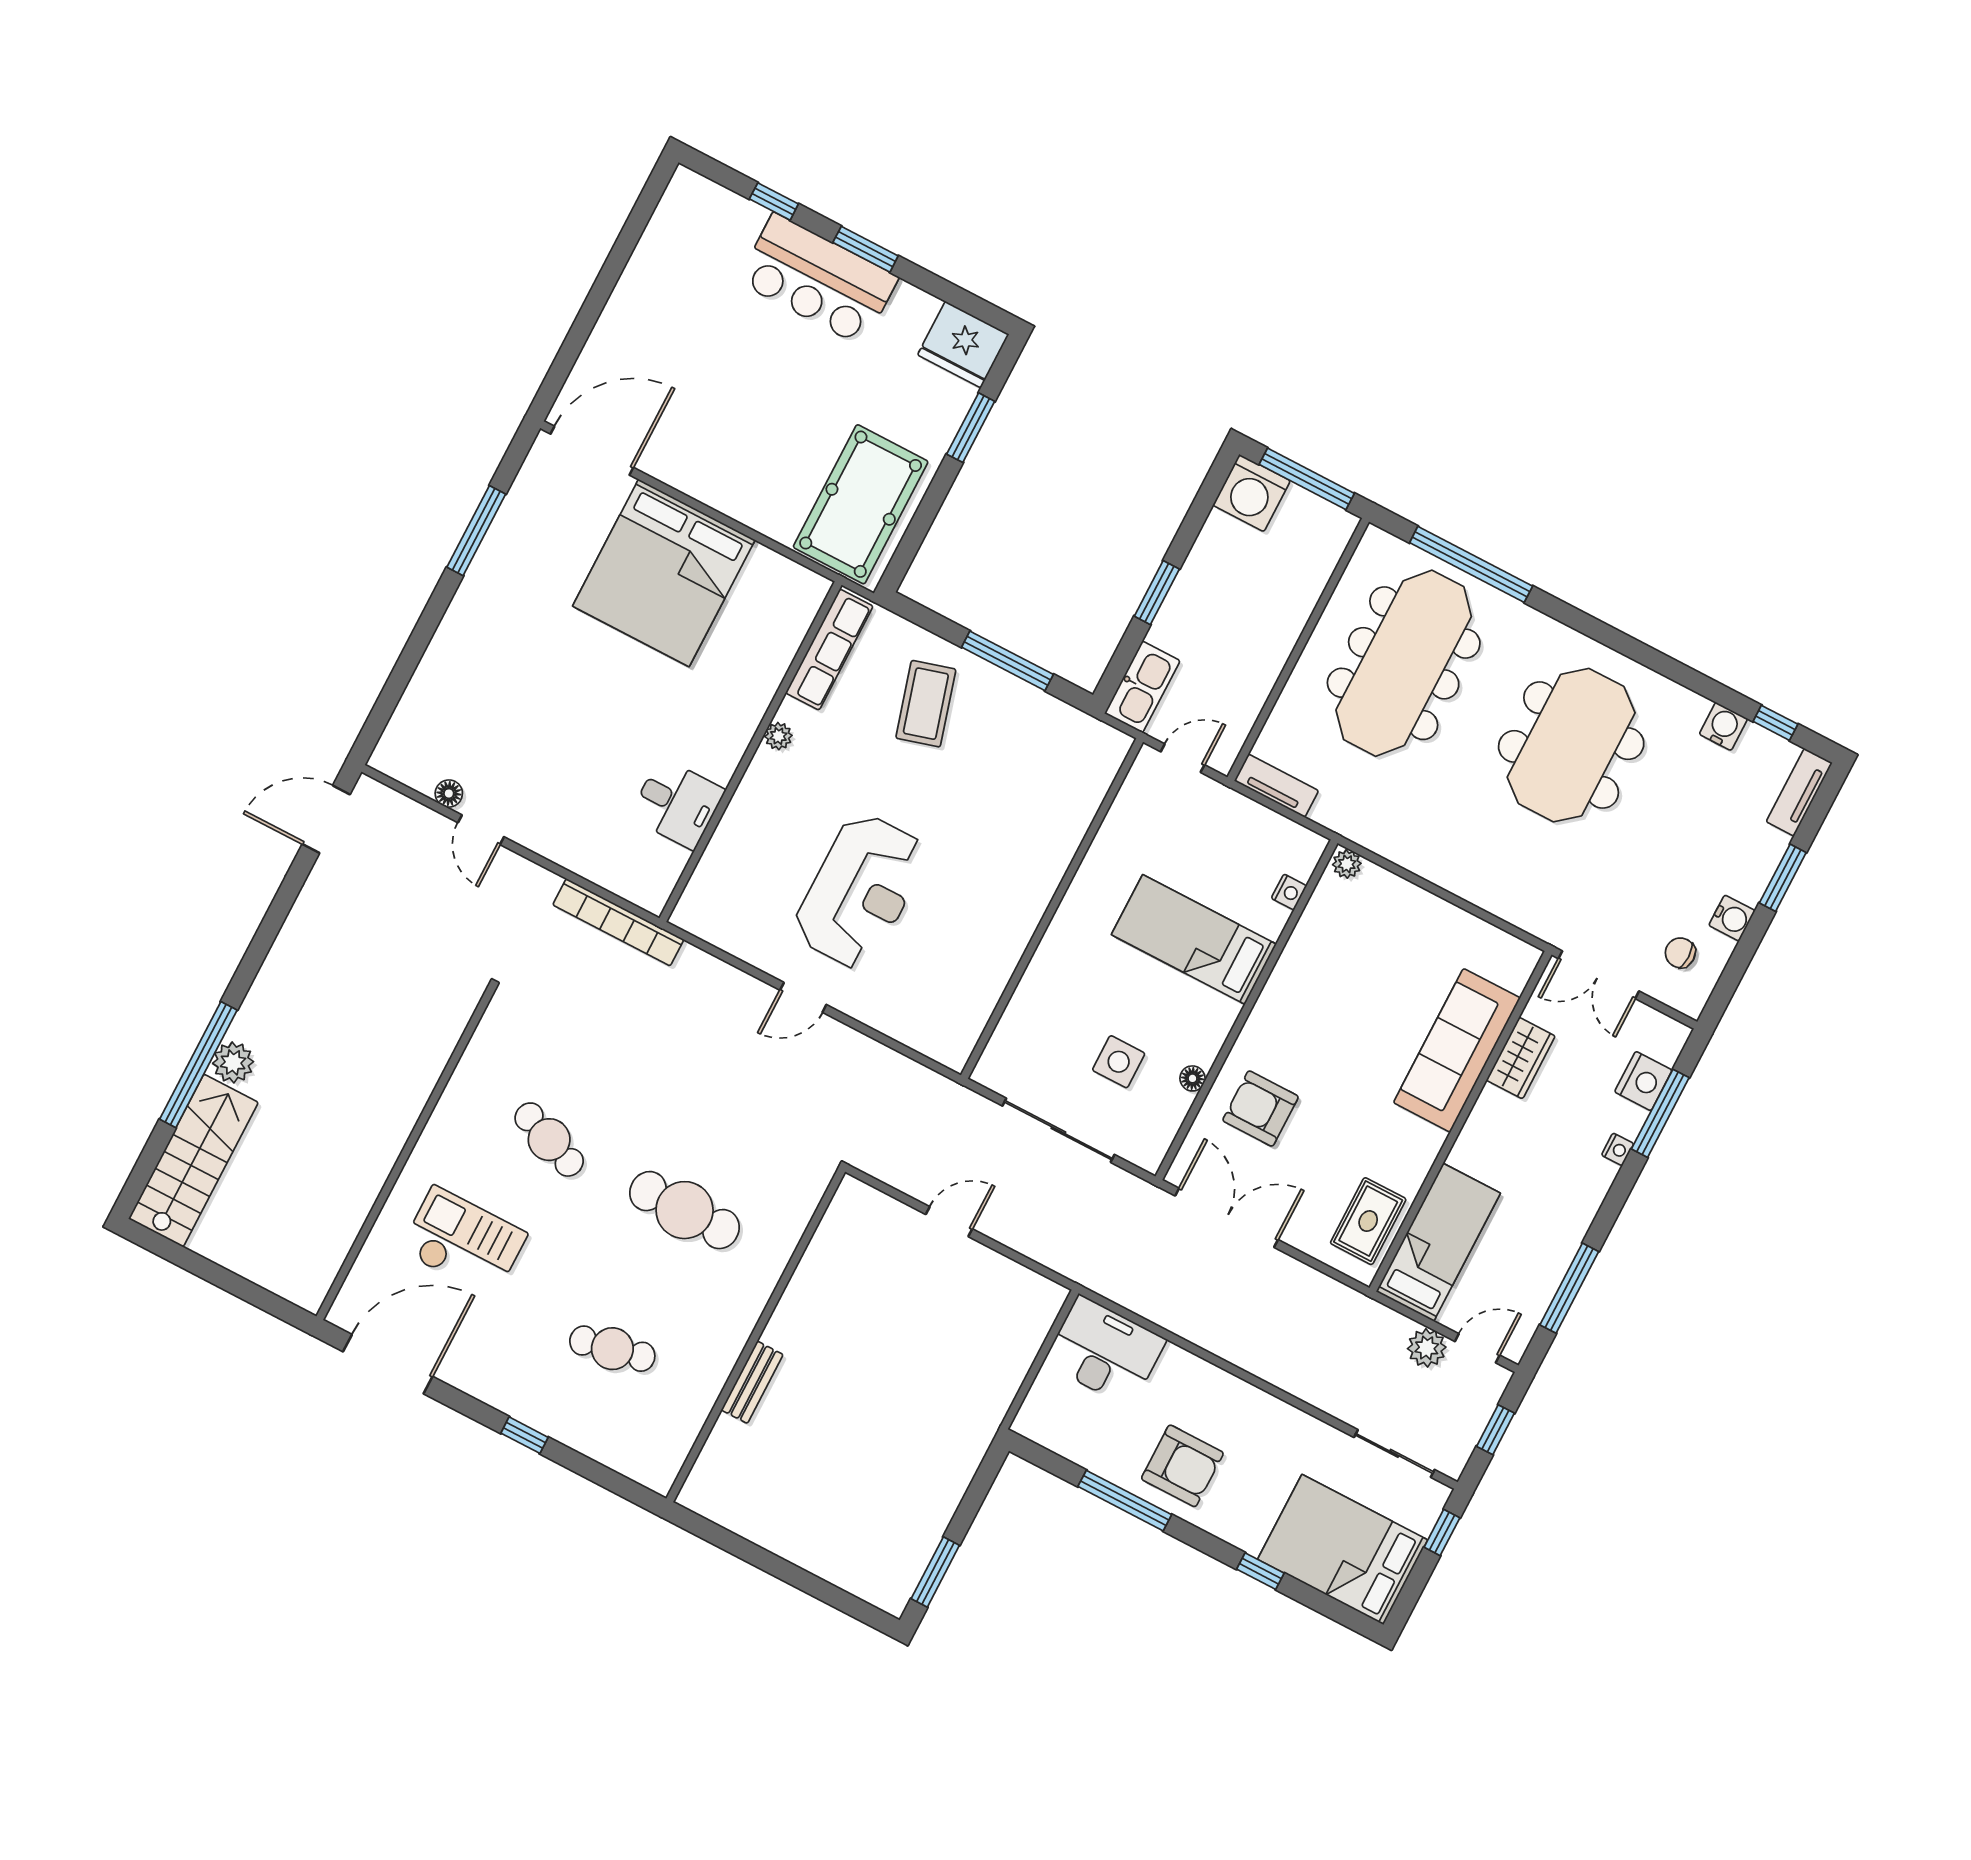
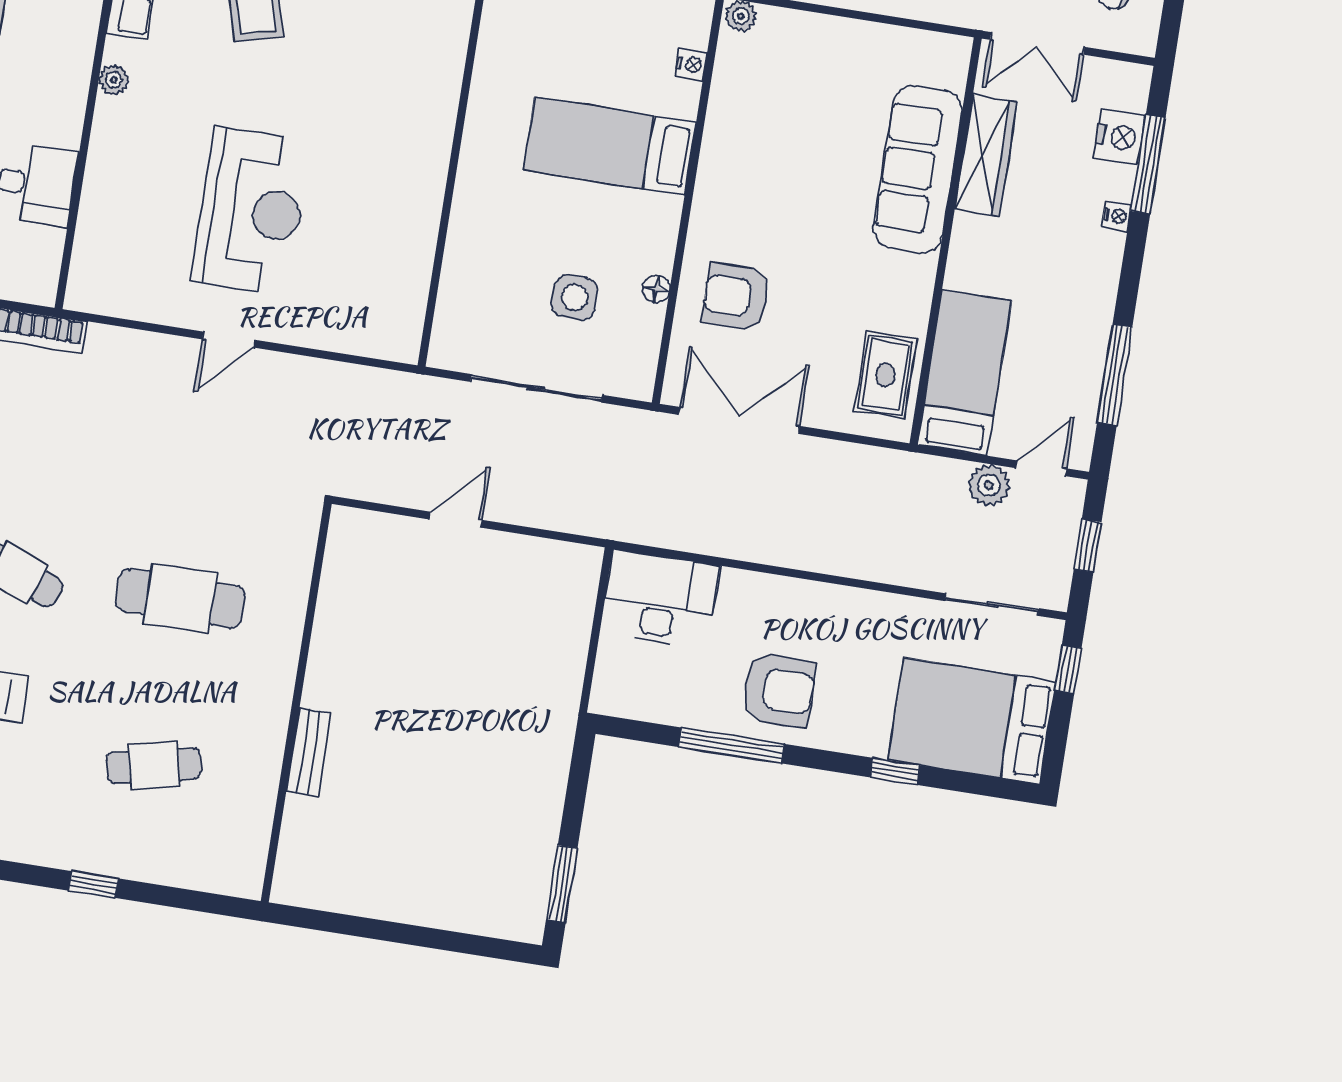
wardrobe: (1521, 1058) -> (986, 156), width x1.50

